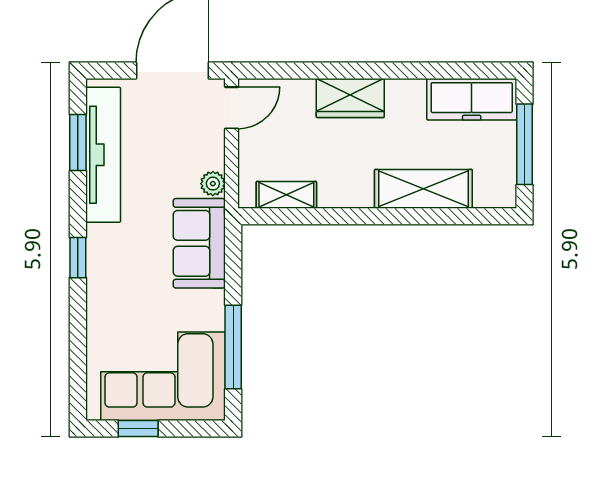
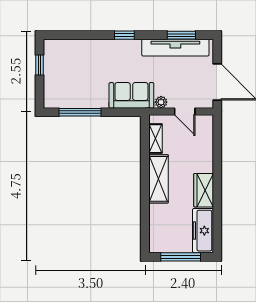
wardrobe: (350, 98) -> (204, 190), moved
door: (232, 108) -> (185, 111), moved
shelving: (423, 189) -> (158, 179), moved
corner sofa: (163, 376) -> (65, 77), removed

